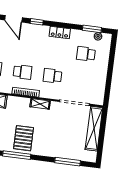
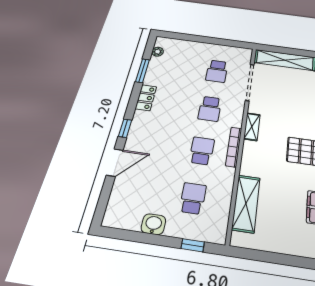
window: (92, 29) -> (142, 71), moved
school desk: (86, 54) -> (217, 71), moved

